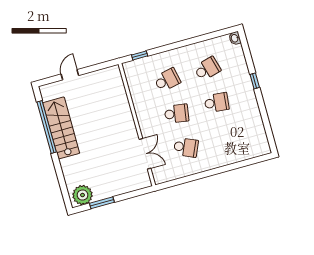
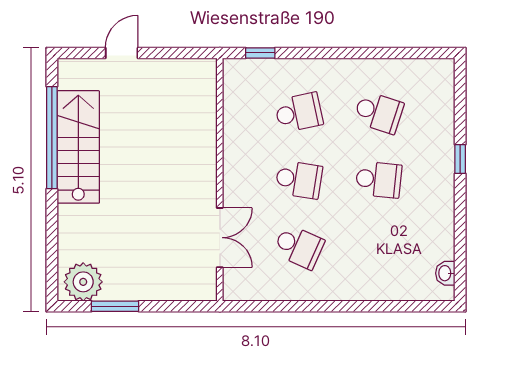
washbasin: (235, 38) -> (445, 273), moved
school desk: (207, 69) -> (379, 112), turned 33

